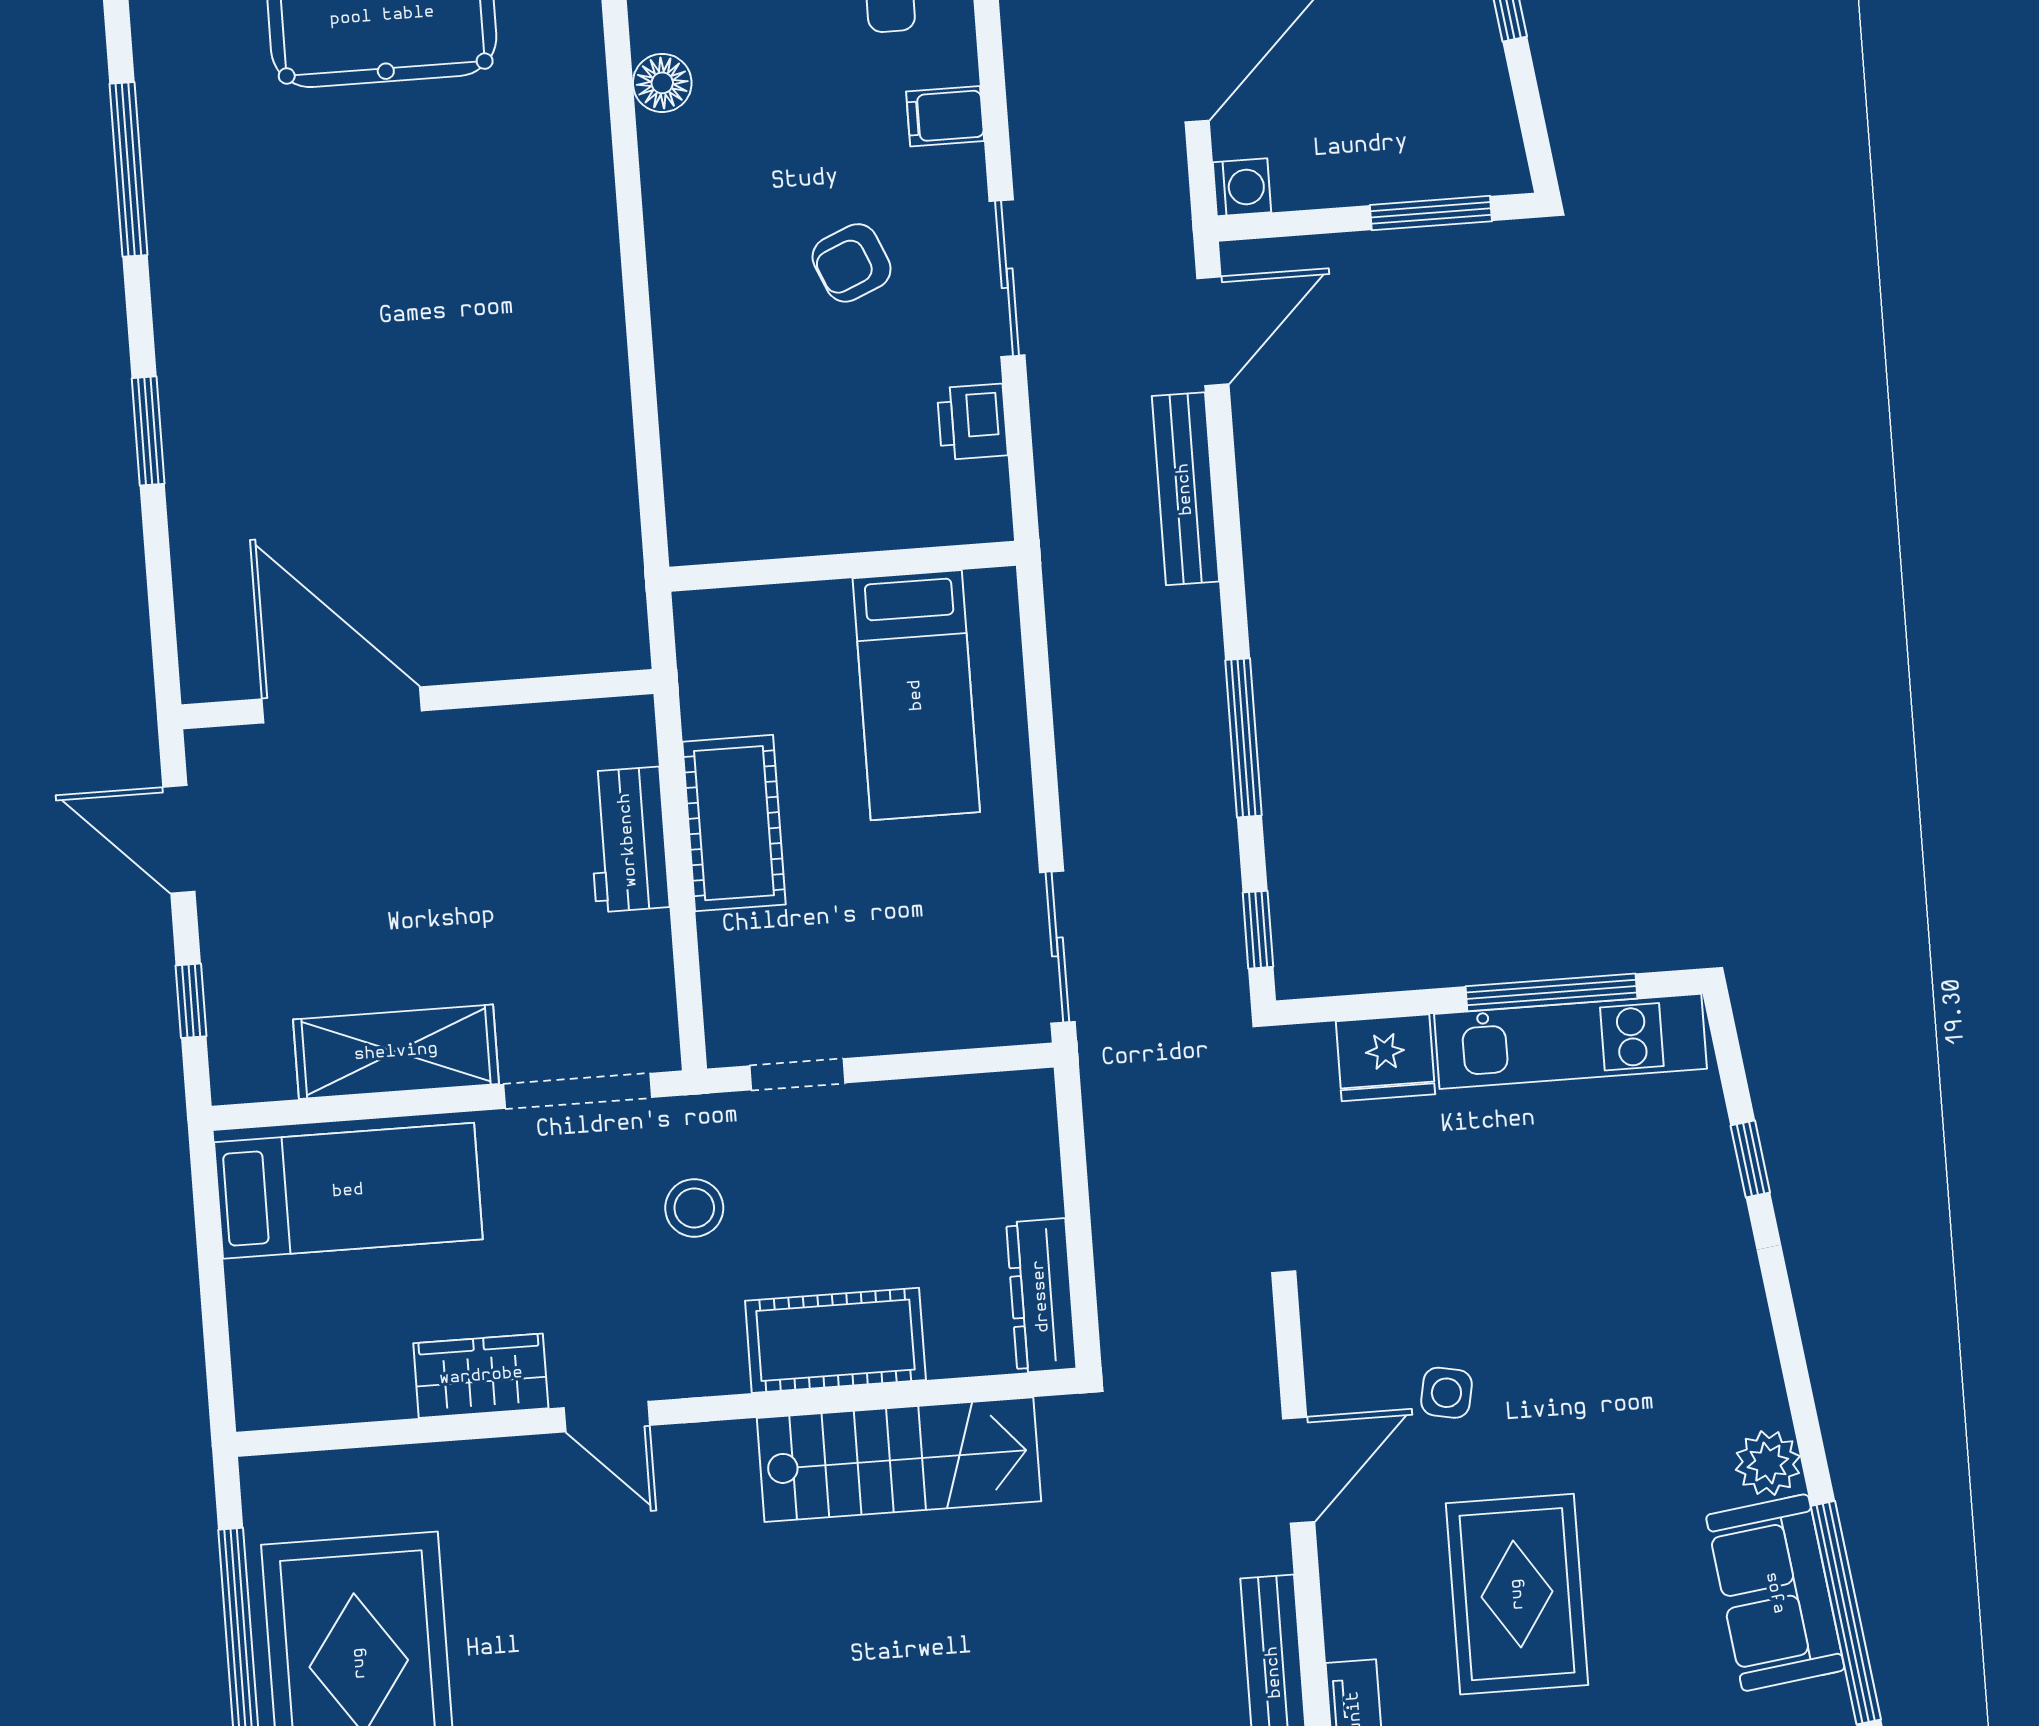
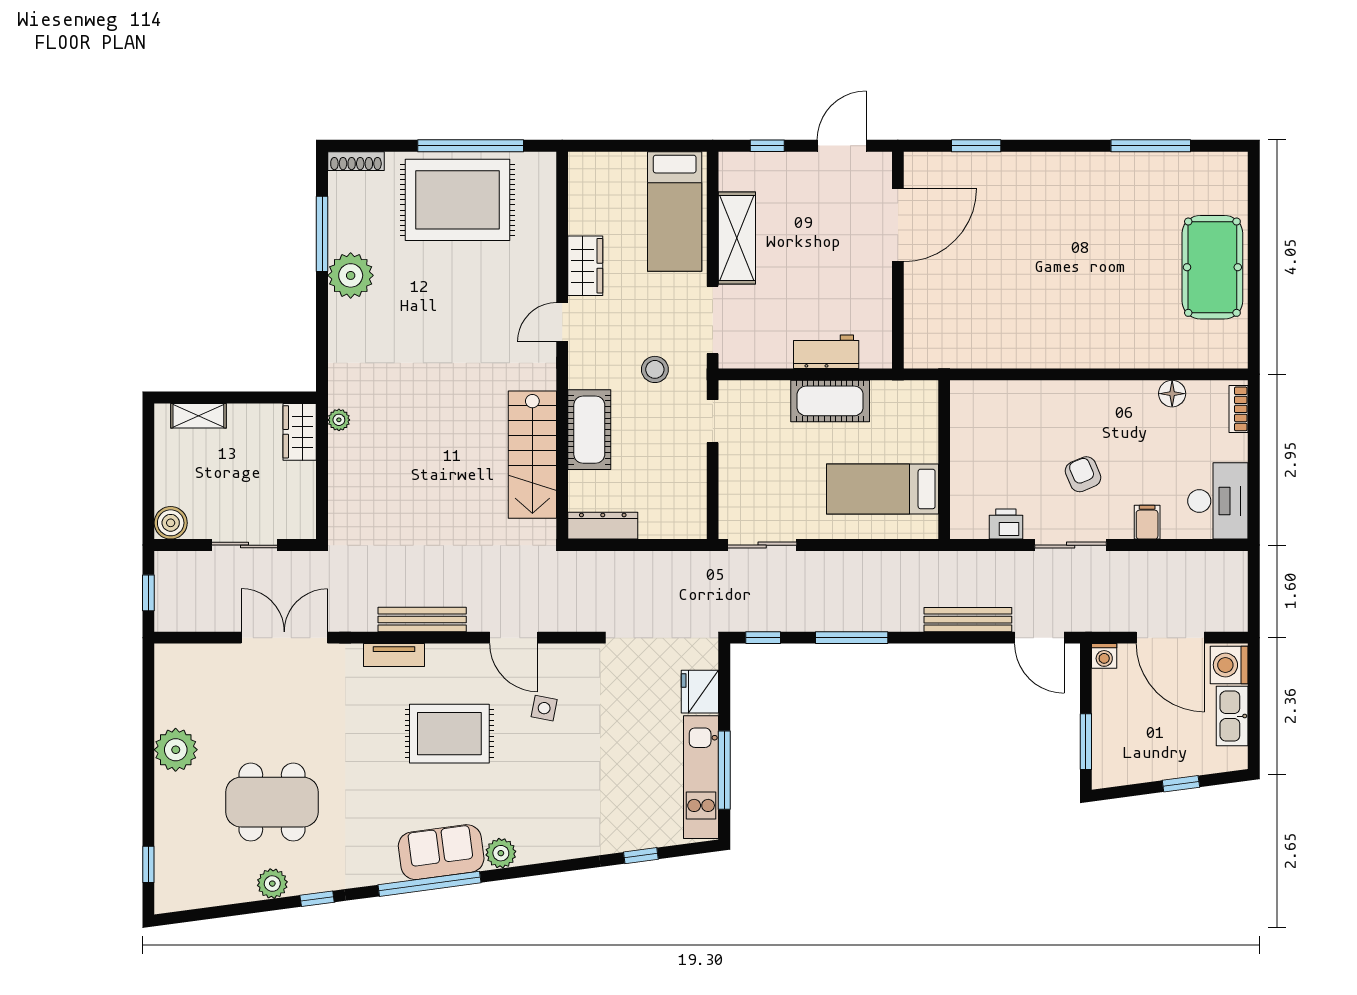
window: (148, 431) -> (976, 146), moved

